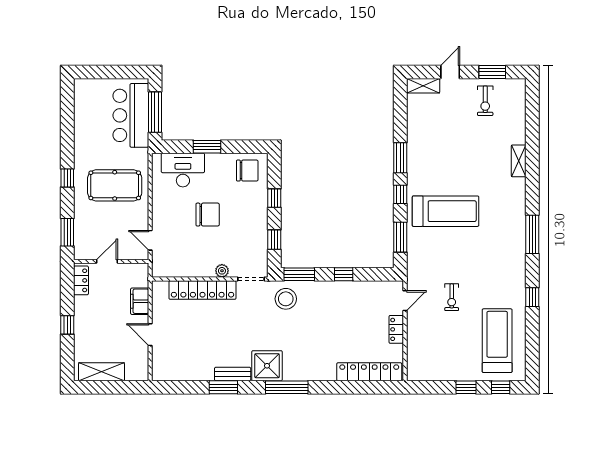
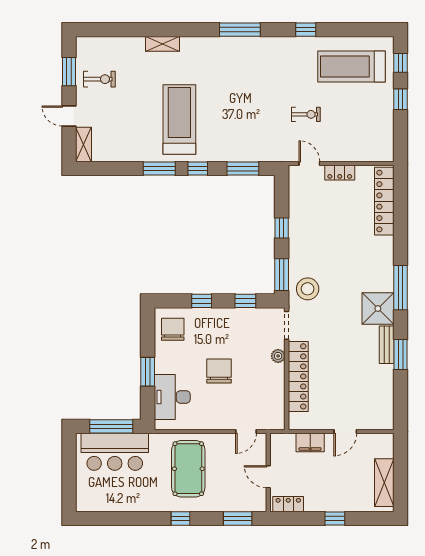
treadmill: (446, 211) -> (179, 119), moved

